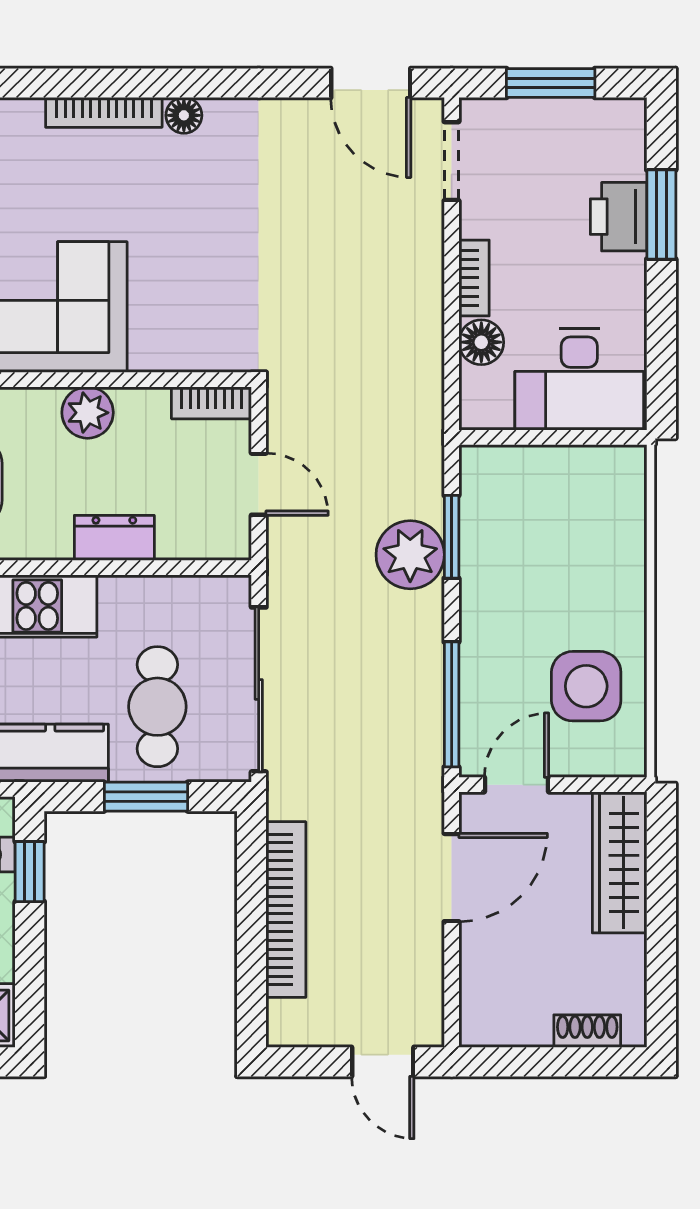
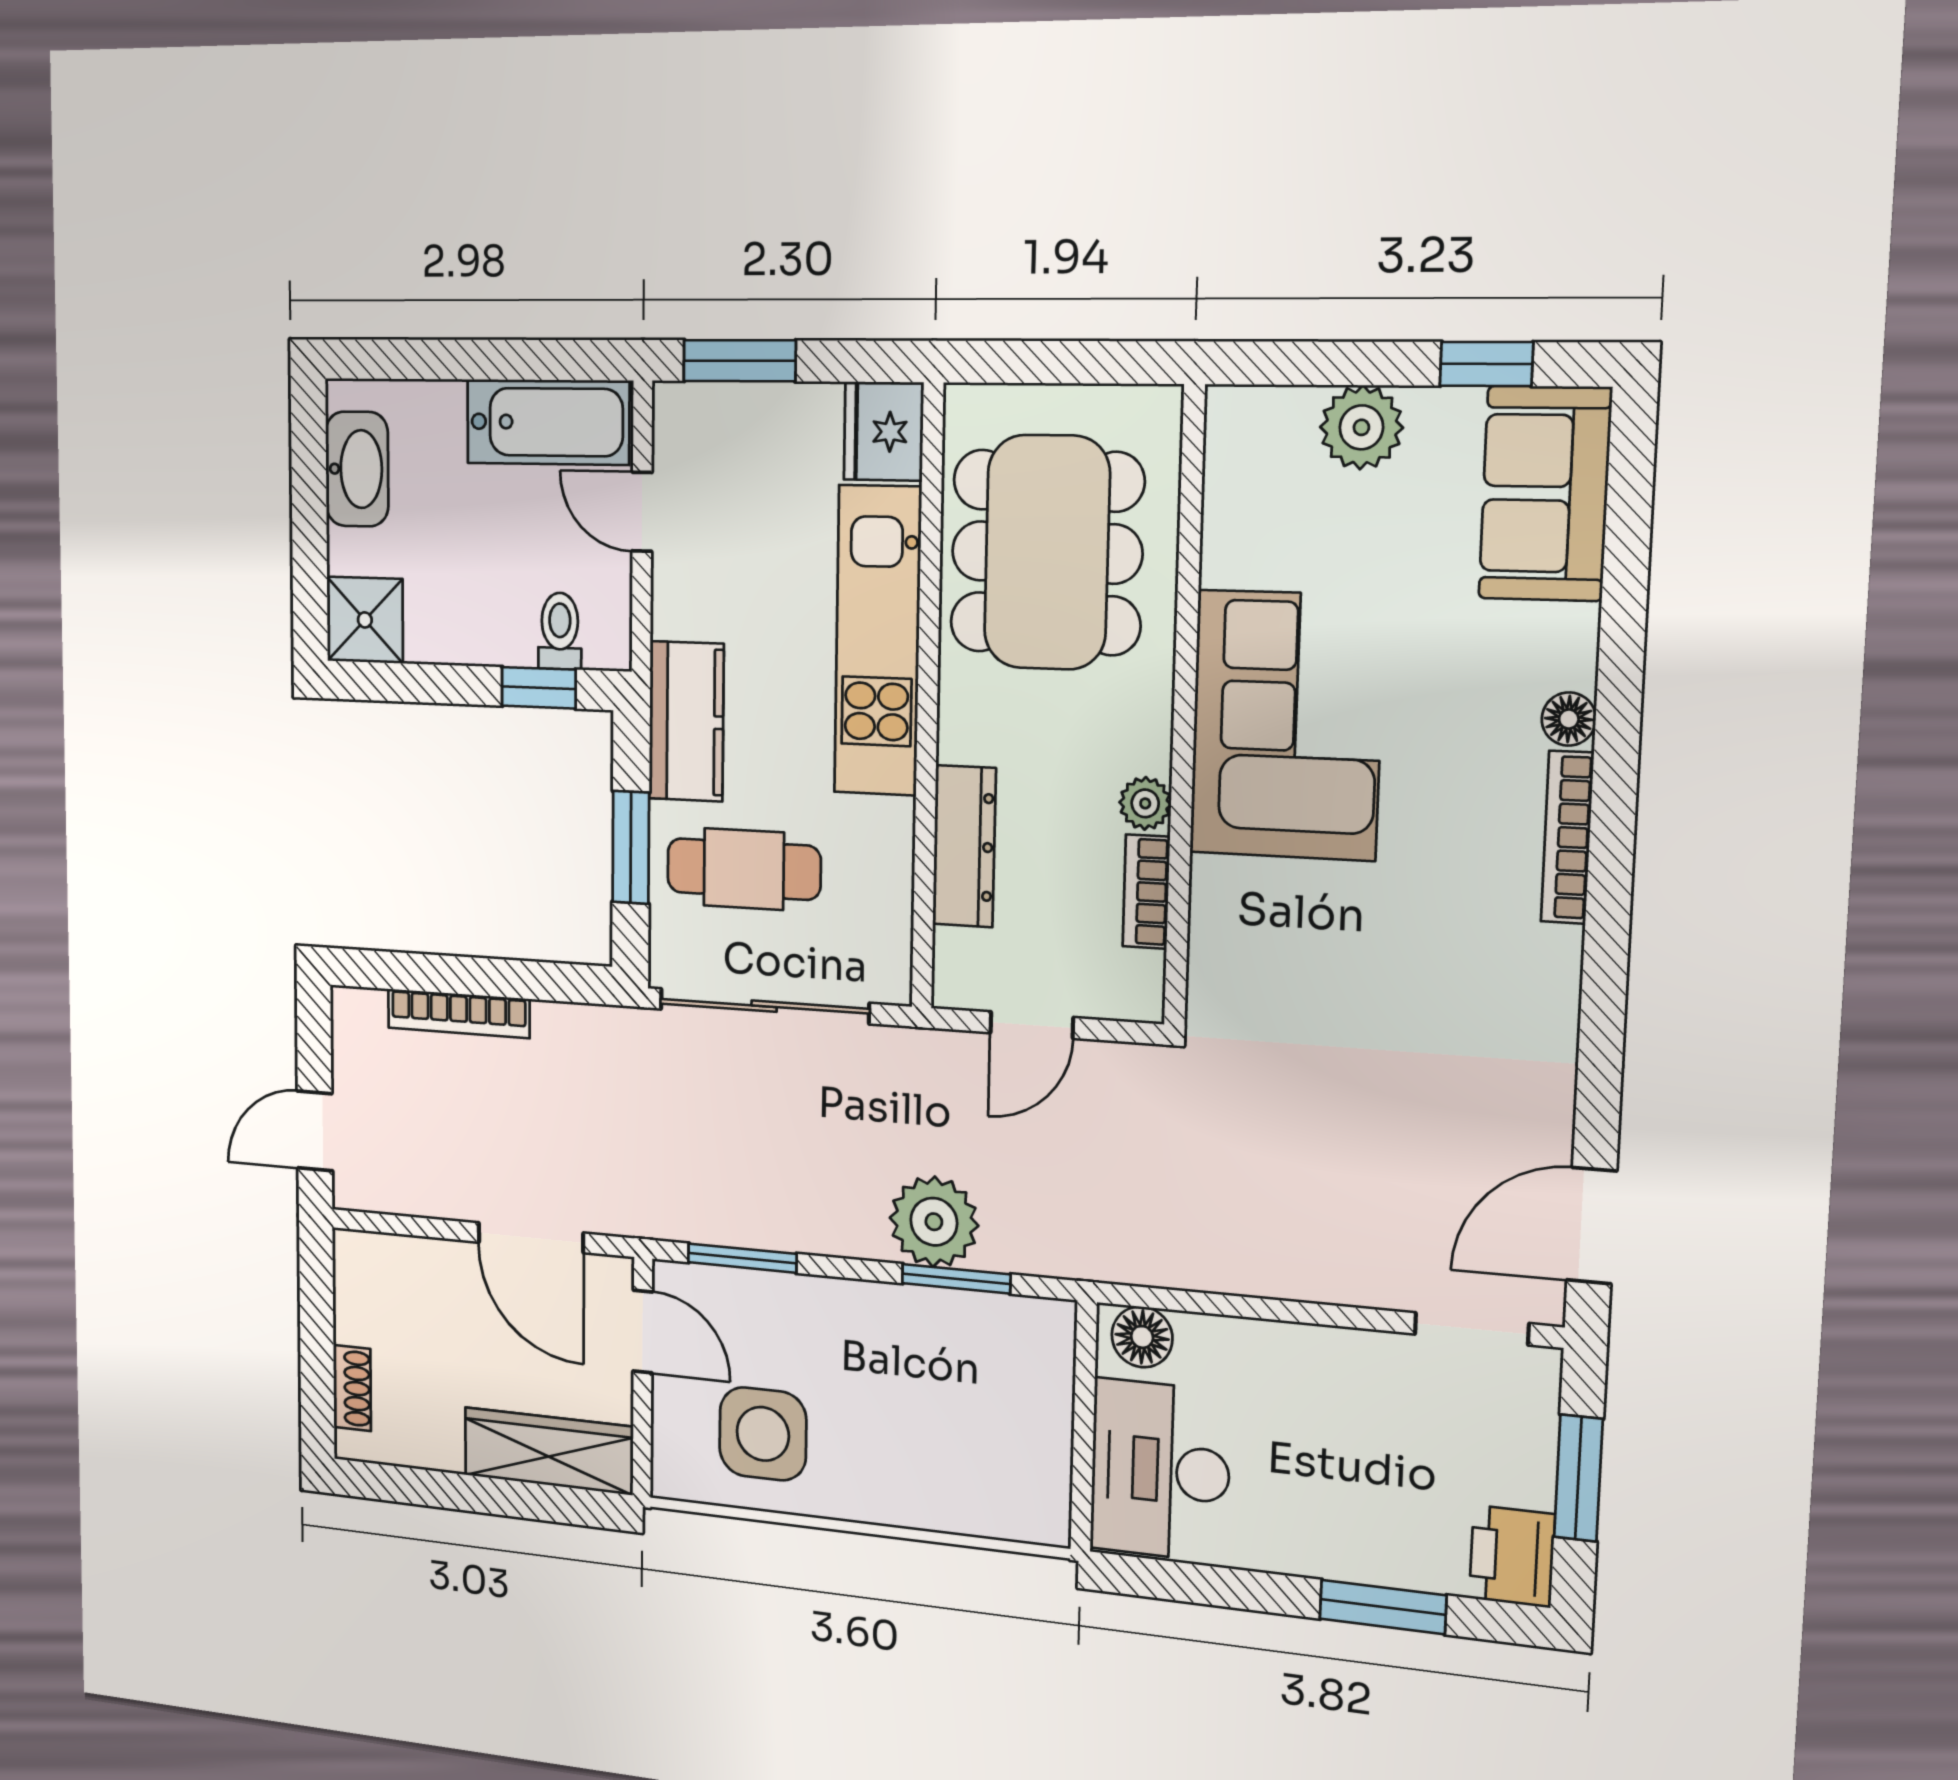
floor lamp: (184, 115) -> (1569, 719), moved
printer: (619, 217) -> (1512, 1556), moved, turned -90
bookcase: (474, 278) -> (1304, 1343), removed
floor lamp: (481, 342) -> (1142, 1337), moved
bookcase: (211, 403) -> (1146, 892), moved
plant: (88, 413) -> (1145, 803), width x0.73, depth x0.73
dresser: (114, 538) -> (964, 846), width x1.44
window: (452, 704) -> (742, 1258), width x0.69
bookcase: (286, 910) -> (459, 1013), width x0.68, depth x0.76

